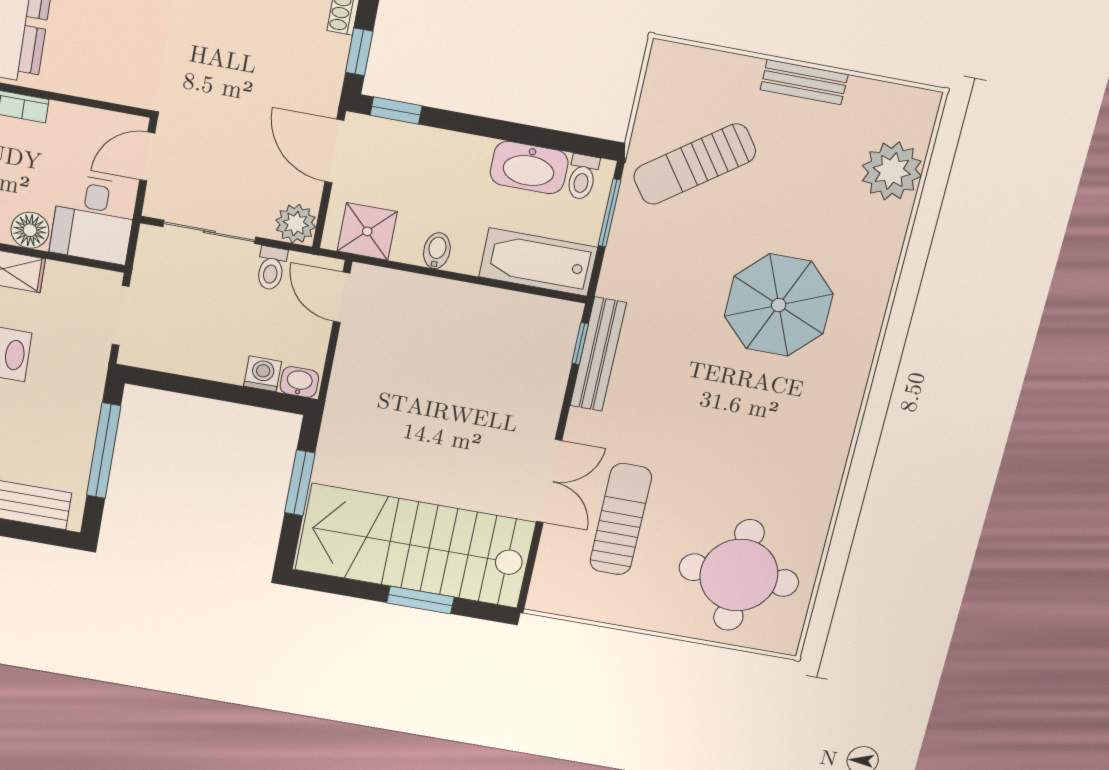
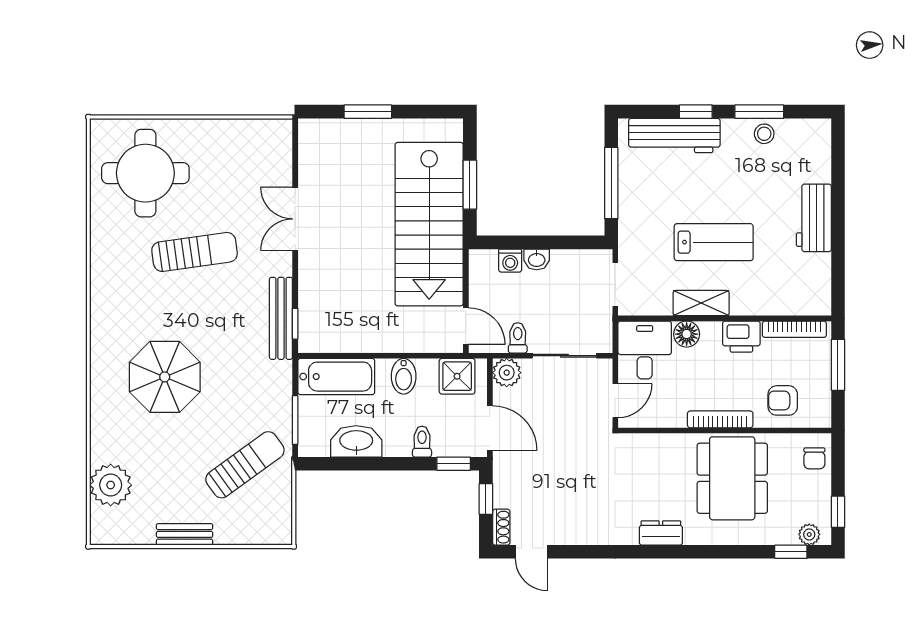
toilet: (582, 177) -> (422, 442), moved
bidet: (437, 251) -> (404, 376), width x1.38, depth x1.36
washbasin: (299, 382) -> (537, 259), moved
sun lounger: (621, 519) -> (195, 252), moved, turned -98
stairs: (415, 546) -> (429, 224), moved, turned 90

